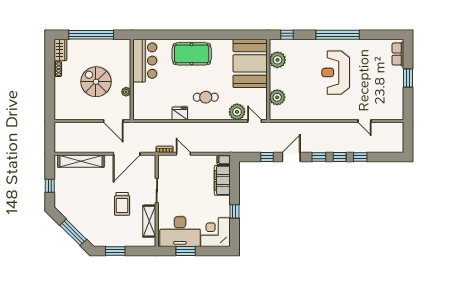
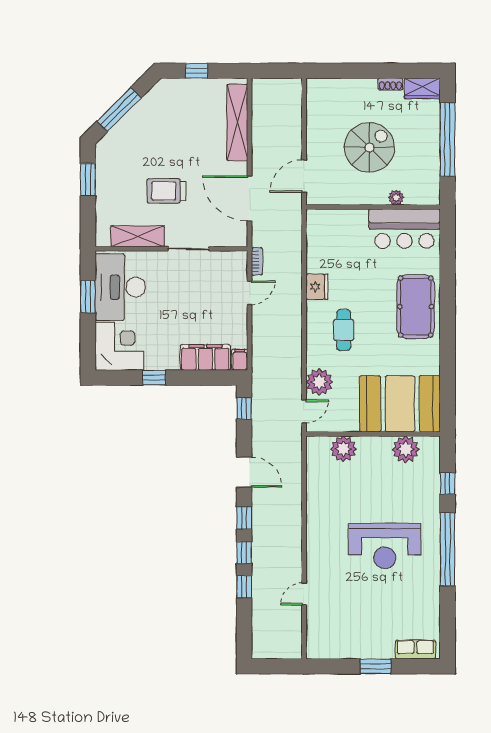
window: (287, 35) -> (448, 484), moved
reception desk: (336, 73) -> (385, 546), turned 180
plant: (126, 92) -> (396, 198), moved
window: (267, 157) -> (244, 408), moved

